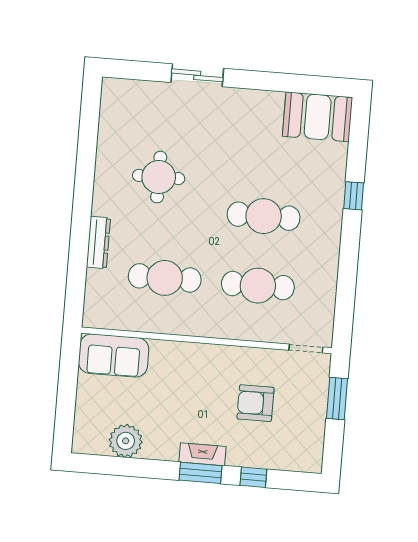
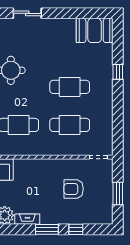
window: (337, 399) -> (118, 194), moved
fireplace: (202, 454) -> (27, 219), moved

